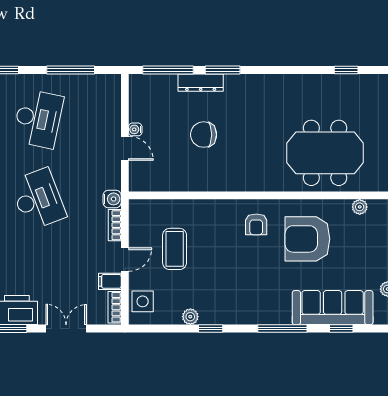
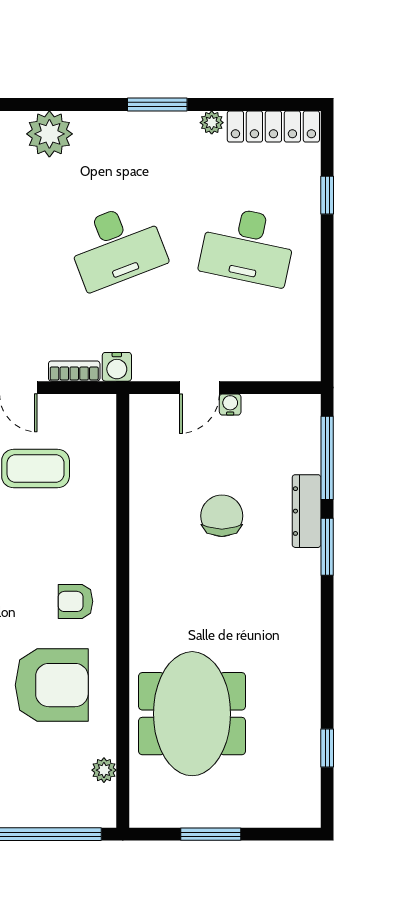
window: (71, 70) -> (327, 299), removed
armchair: (307, 239) -> (52, 685), turned 90

